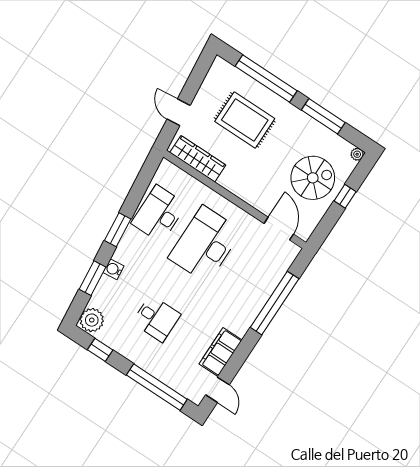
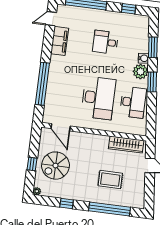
window: (323, 116) -> (67, 203), width x0.46
rug: (245, 120) -> (110, 180), width x0.73, depth x0.70
plant: (92, 320) -> (140, 72), moved
door: (217, 390) -> (51, 19), hinge flipped

